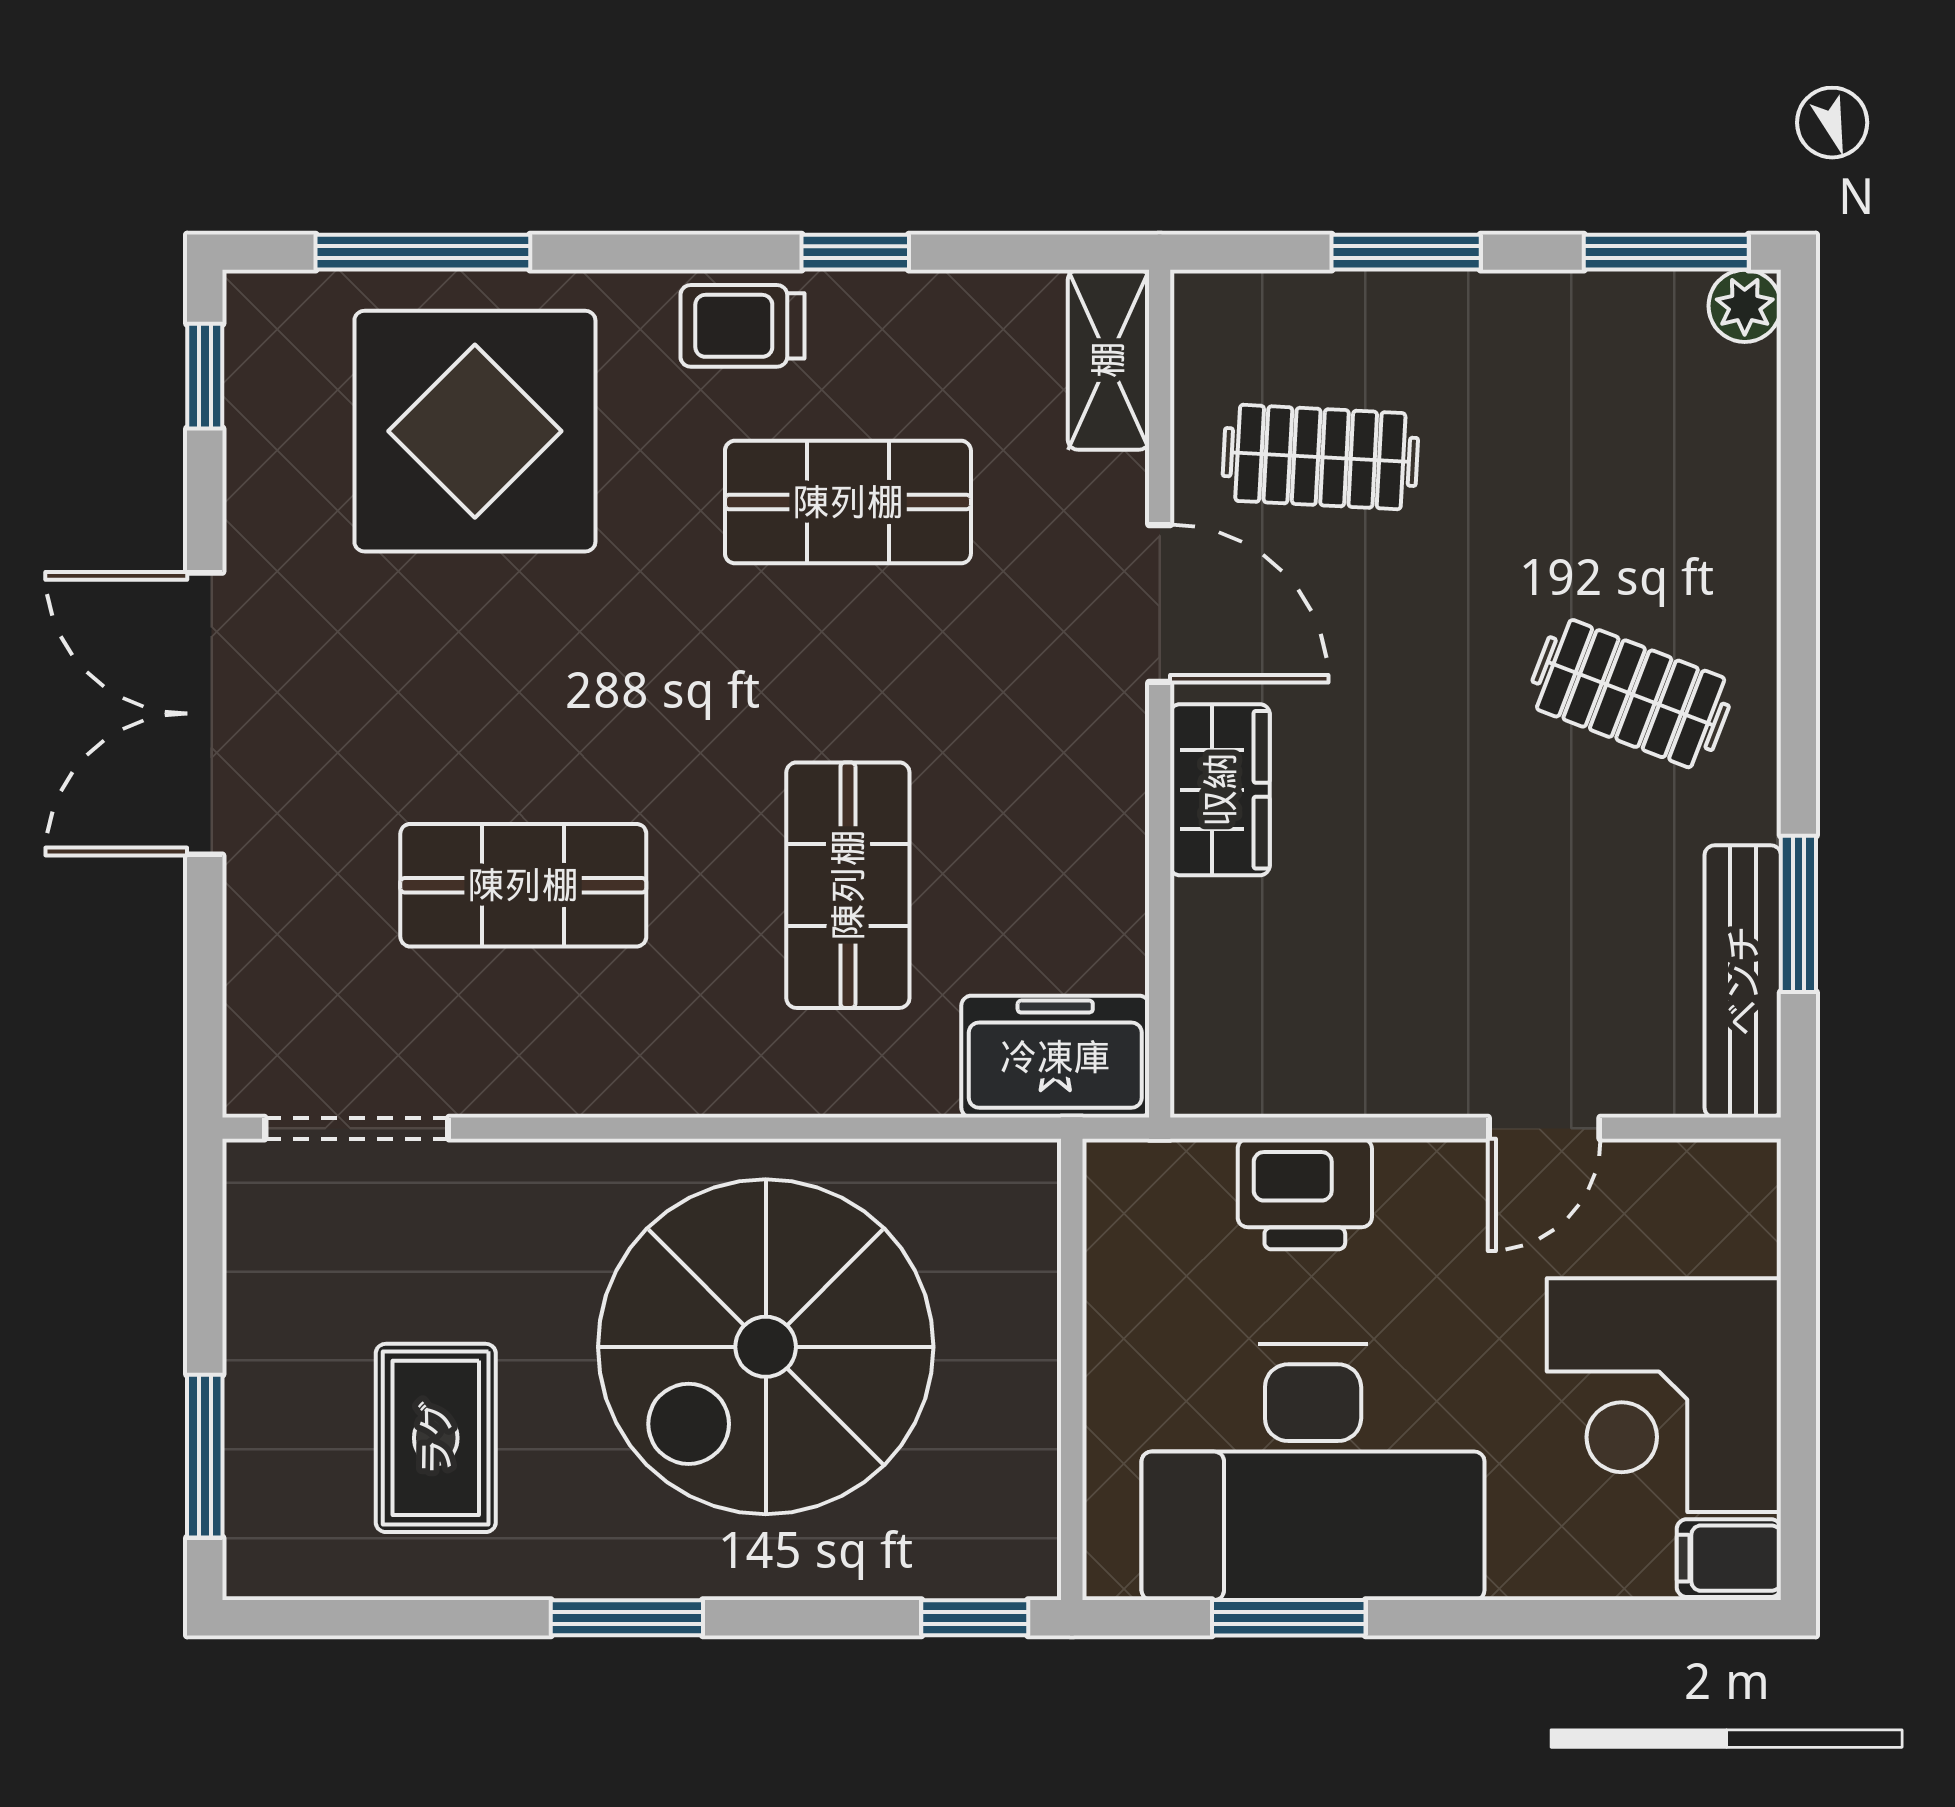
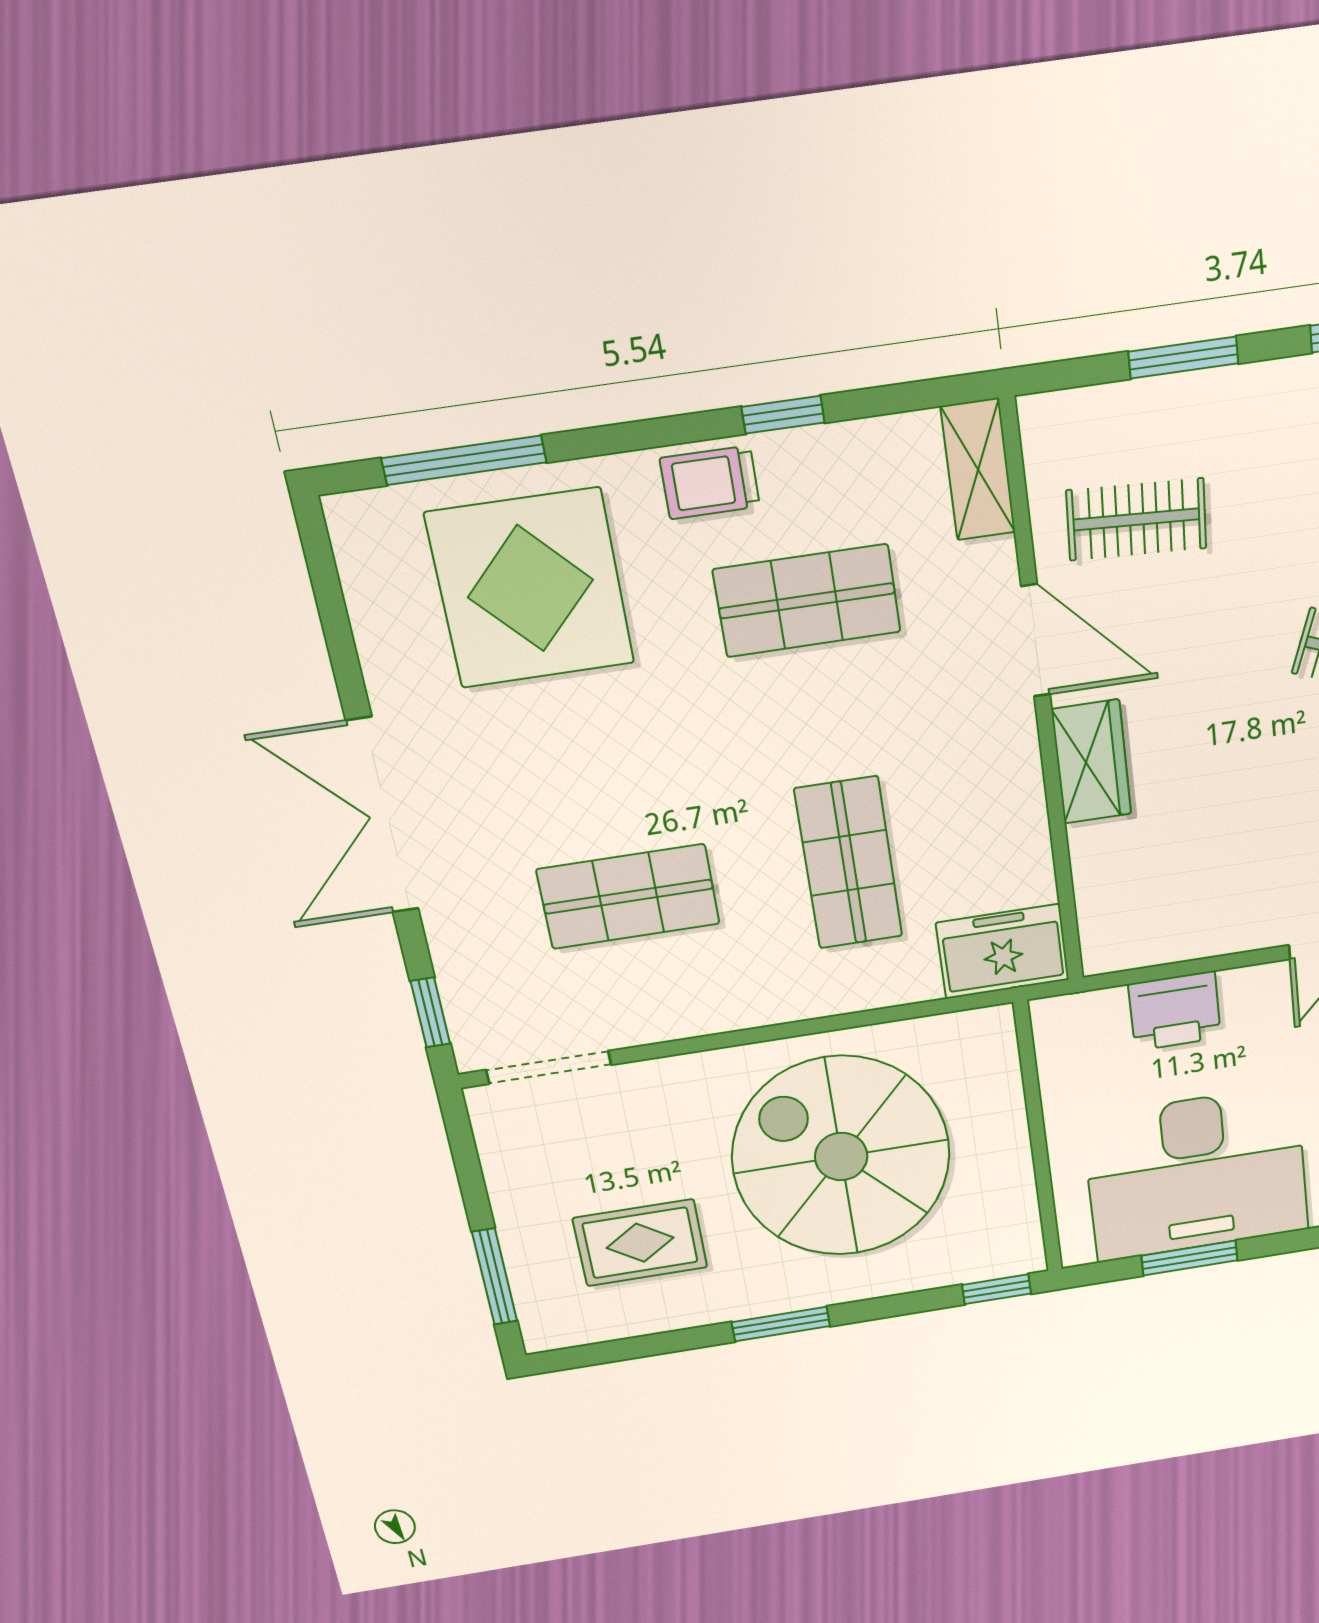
window: (205, 376) -> (430, 1012), moved
spiral stairs: (766, 1347) -> (841, 1157), turned 90
rug: (436, 1438) -> (640, 1243), turned 90

